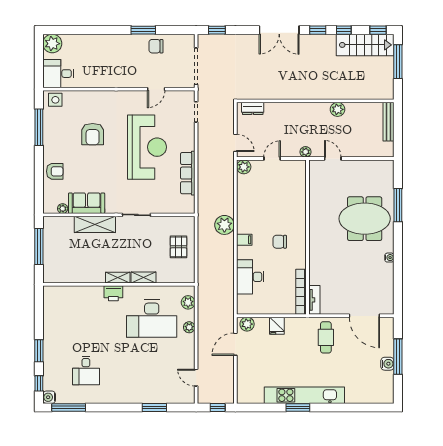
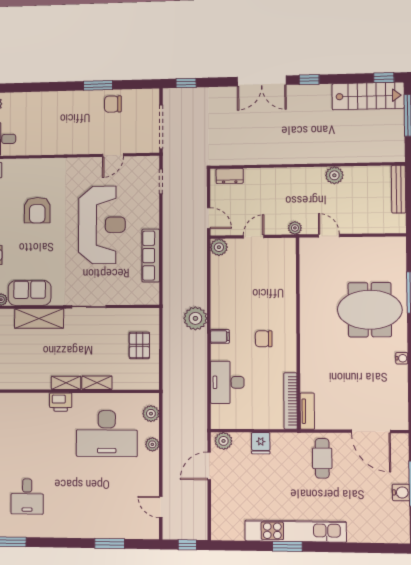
window: (344, 30) -> (341, 79), removed

